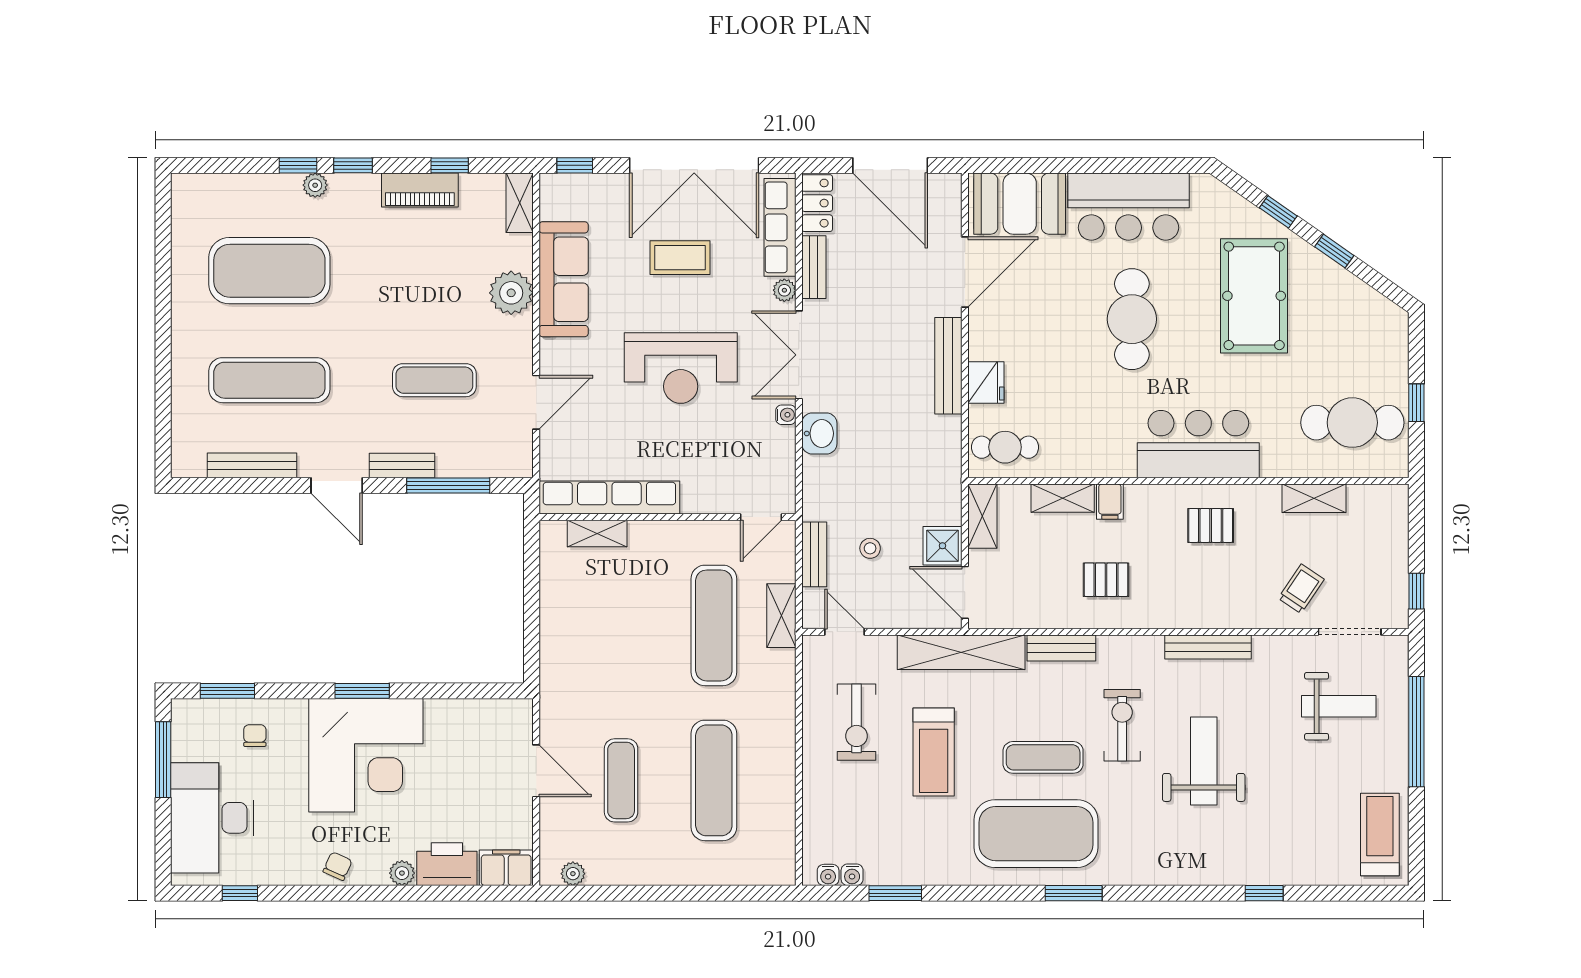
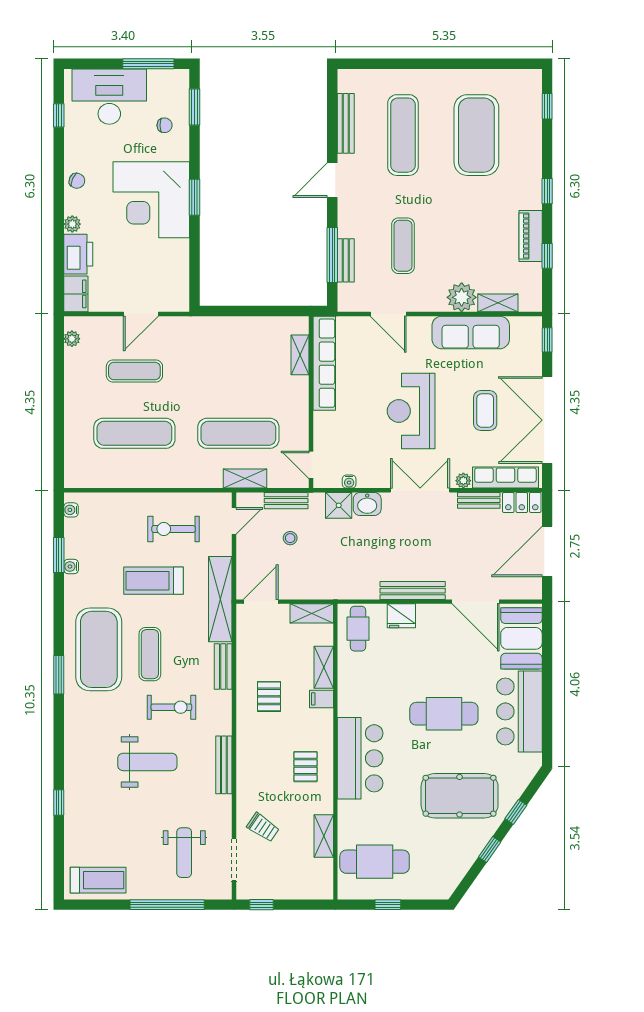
window: (298, 165) -> (547, 106), moved
plant: (315, 185) -> (534, 166), removed
shelving: (520, 203) -> (498, 303), moved
water cooler: (786, 415) -> (349, 482), moved
cafe table: (1352, 423) -> (375, 862), turned 90
bench: (402, 466) -> (346, 260), moved
shower: (942, 546) -> (339, 505), moved
water cooler: (852, 875) -> (71, 567), moved

